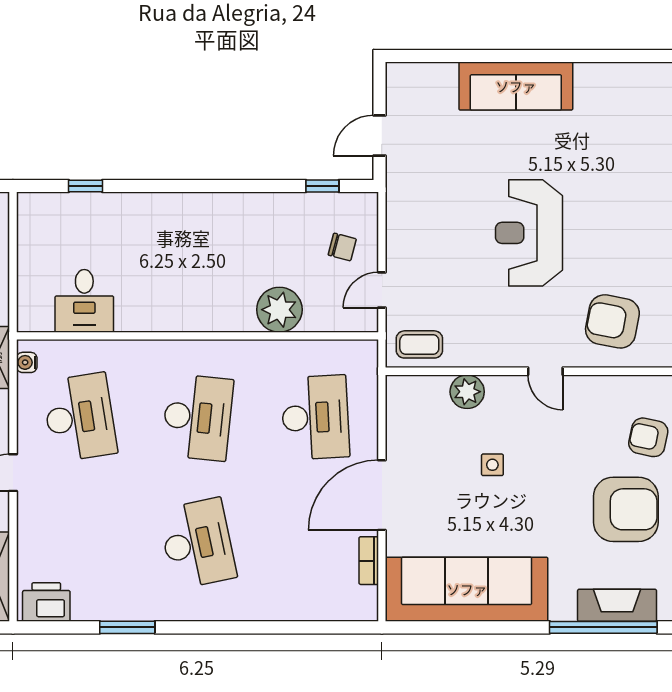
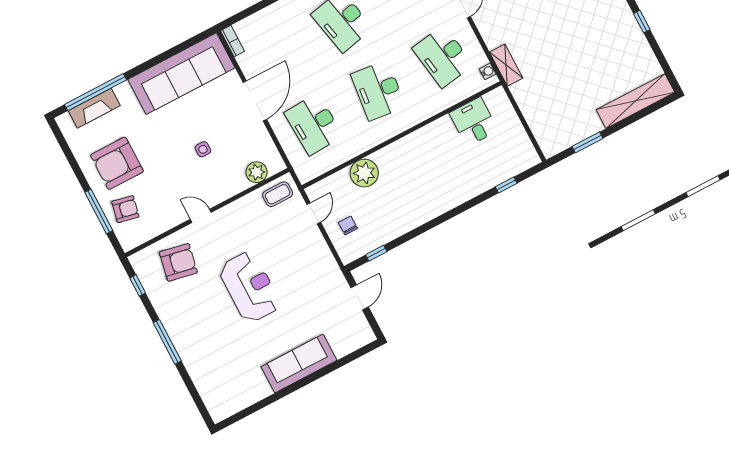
chair: (342, 247) -> (348, 225), turned 75
plant: (467, 392) -> (257, 172), moved
bookcase: (369, 561) -> (233, 41), moved

